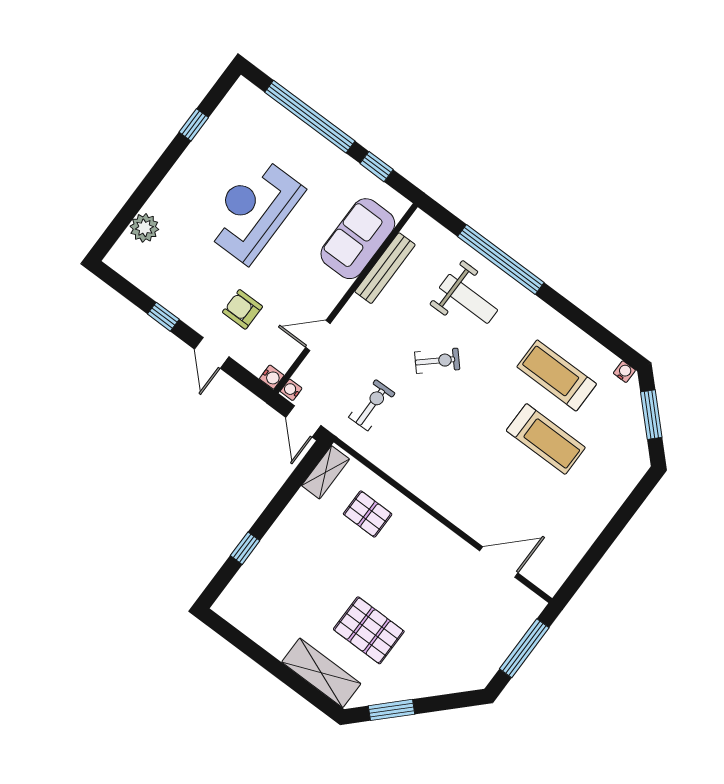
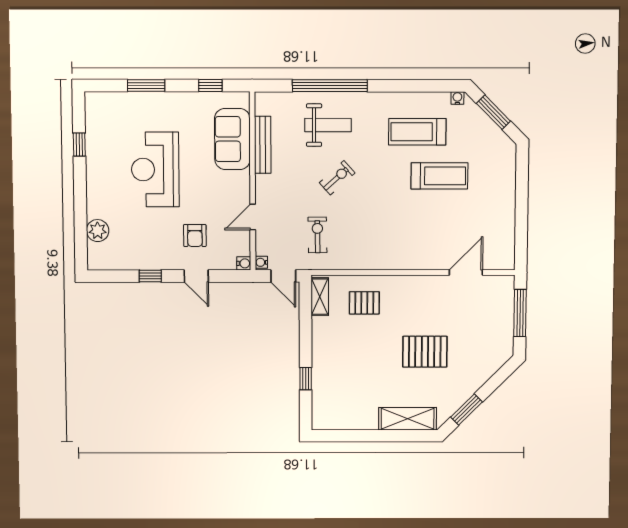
window: (310, 117) -> (146, 86), width x0.47
armchair: (242, 309) -> (195, 236), turned -90
pallet: (369, 630) -> (425, 352), moved

